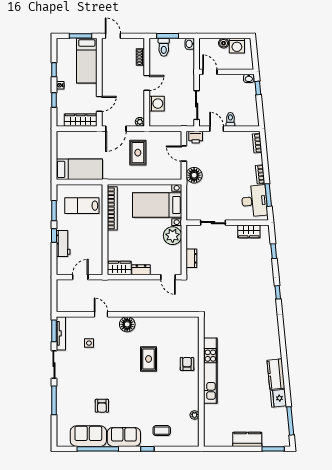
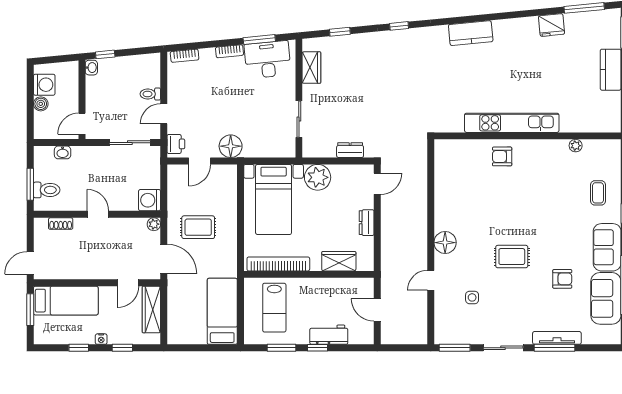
washbasin: (190, 44) -> (63, 152), moved
door: (99, 104) -> (128, 283), swing flipped
washing machine: (157, 104) -> (150, 200), moved, turned -90
wardrobe: (119, 268) -> (339, 261), moved, turned 90
tv unit: (61, 333) -> (557, 338), moved
rug: (149, 359) -> (512, 257), moved
kitchen counter: (276, 374) -> (471, 33), moved

